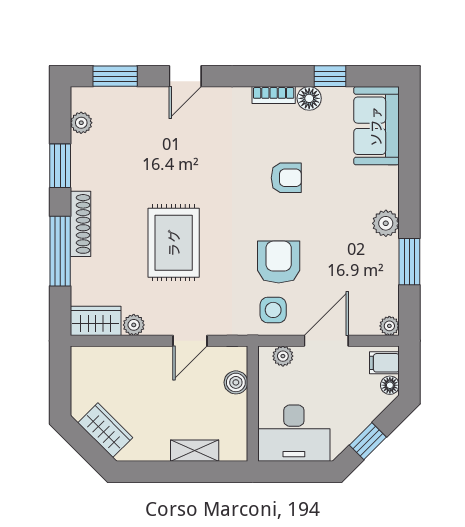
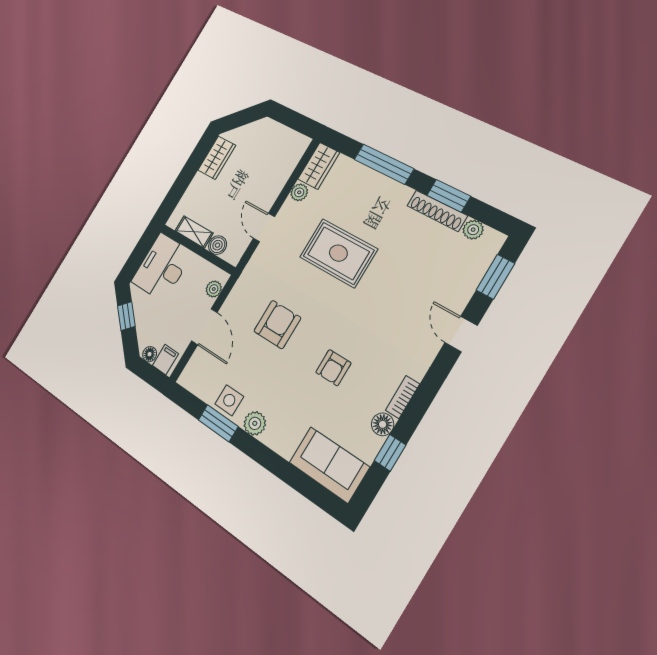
shoe rack: (80, 224) -> (437, 211), moved
armchair: (279, 262) -> (277, 324), turned -90
side table: (273, 310) -> (229, 400), moved
plant: (389, 326) -> (186, 379), removed
wardrobe: (105, 430) -> (217, 158), moved, turned -45
shelving: (195, 451) -> (194, 232), moved, turned 90

